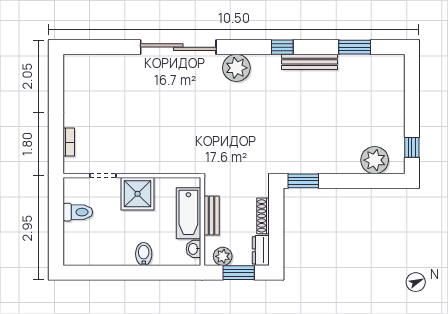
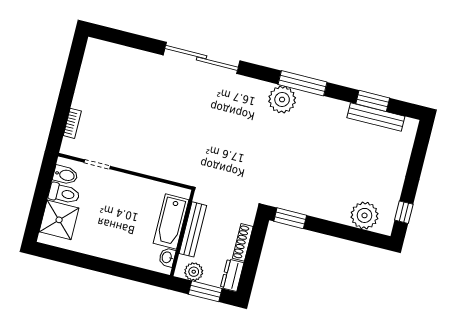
window: (282, 47) -> (303, 83), width x2.17
bench: (309, 62) -> (376, 117), moved
plant: (236, 68) -> (282, 100), moved
shower: (138, 194) -> (59, 220), moved
bench: (212, 216) -> (193, 229), width x1.36
bidet: (144, 254) -> (65, 175), moved, turned 90

